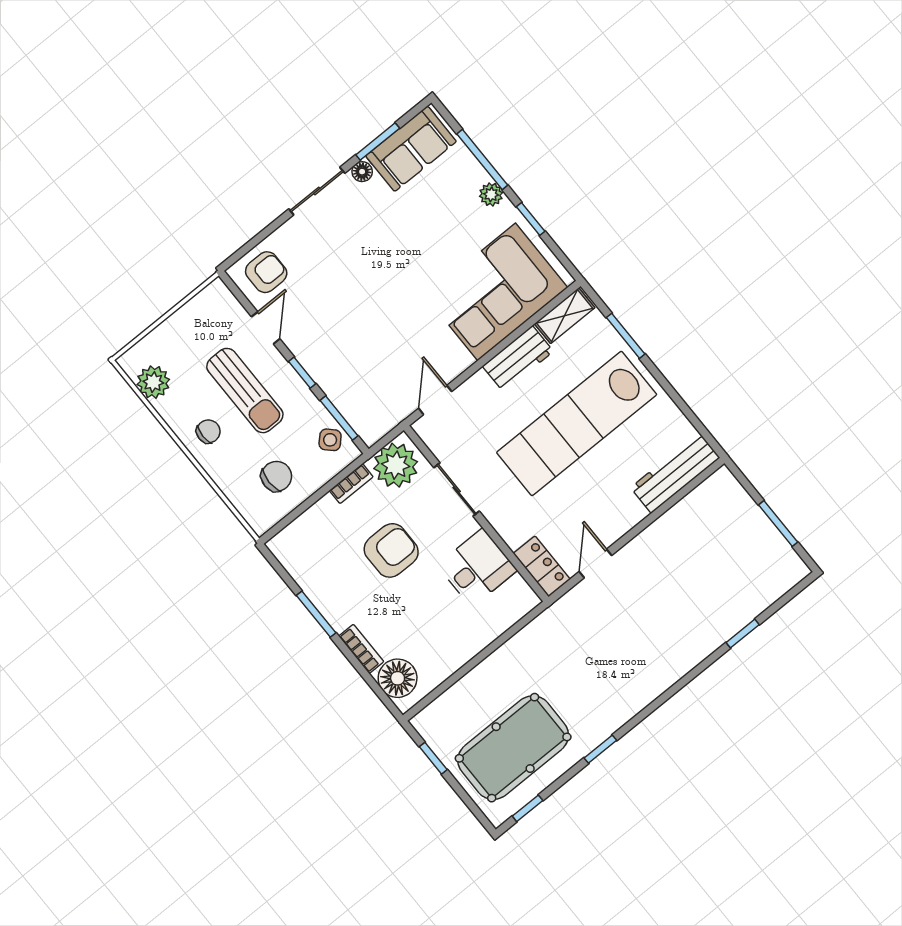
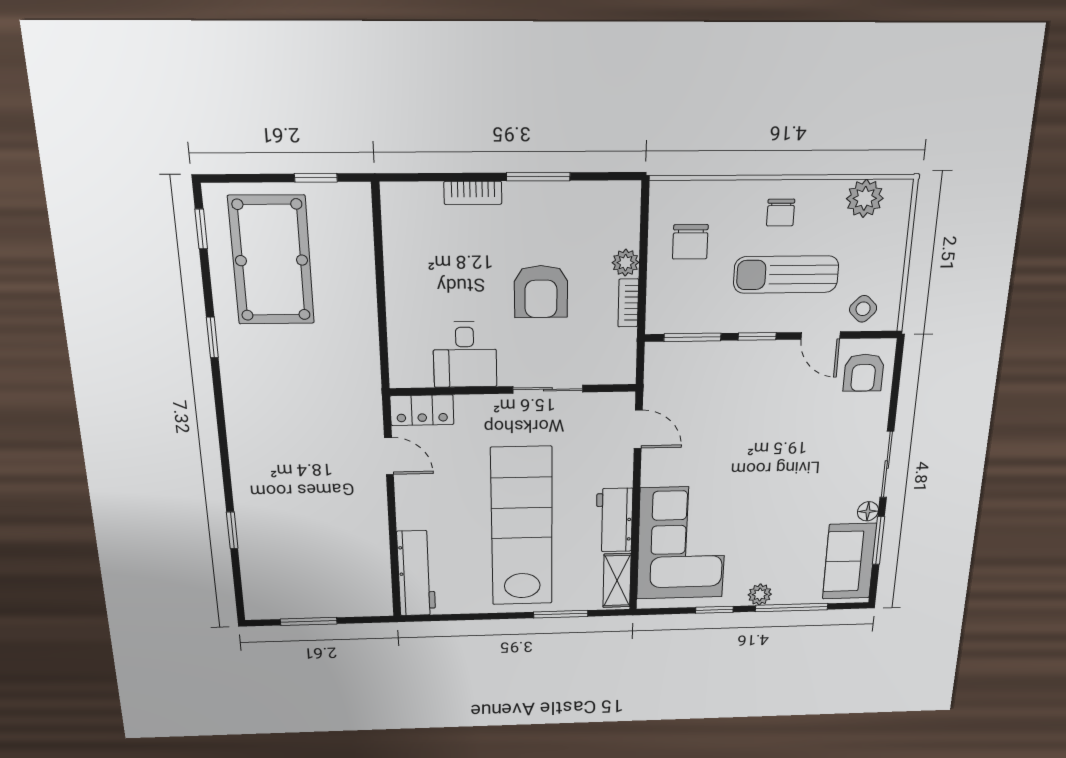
side table: (330, 440) -> (863, 309), moved
plant: (396, 465) -> (626, 263), moved, width x0.53, depth x0.53
floor lamp: (398, 678) -> (419, 205), removed

